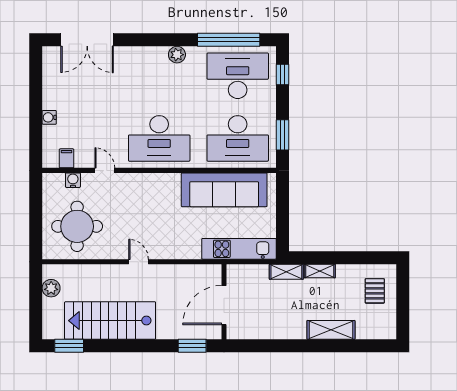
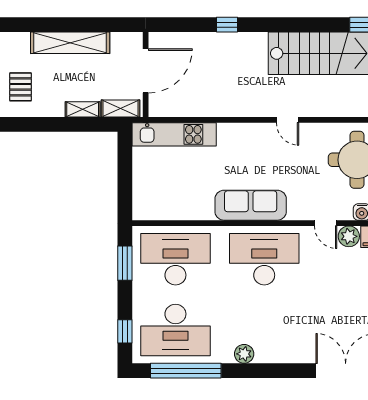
plant: (84, 159) -> (349, 236), added
sofa: (224, 190) -> (251, 205), moved, width x0.74, depth x0.79
wall: (224, 302) -> (146, 75), moved
door: (224, 305) -> (146, 71), moved
shelving: (331, 330) -> (70, 43), width x1.47
window: (192, 346) -> (227, 25), width x0.67

